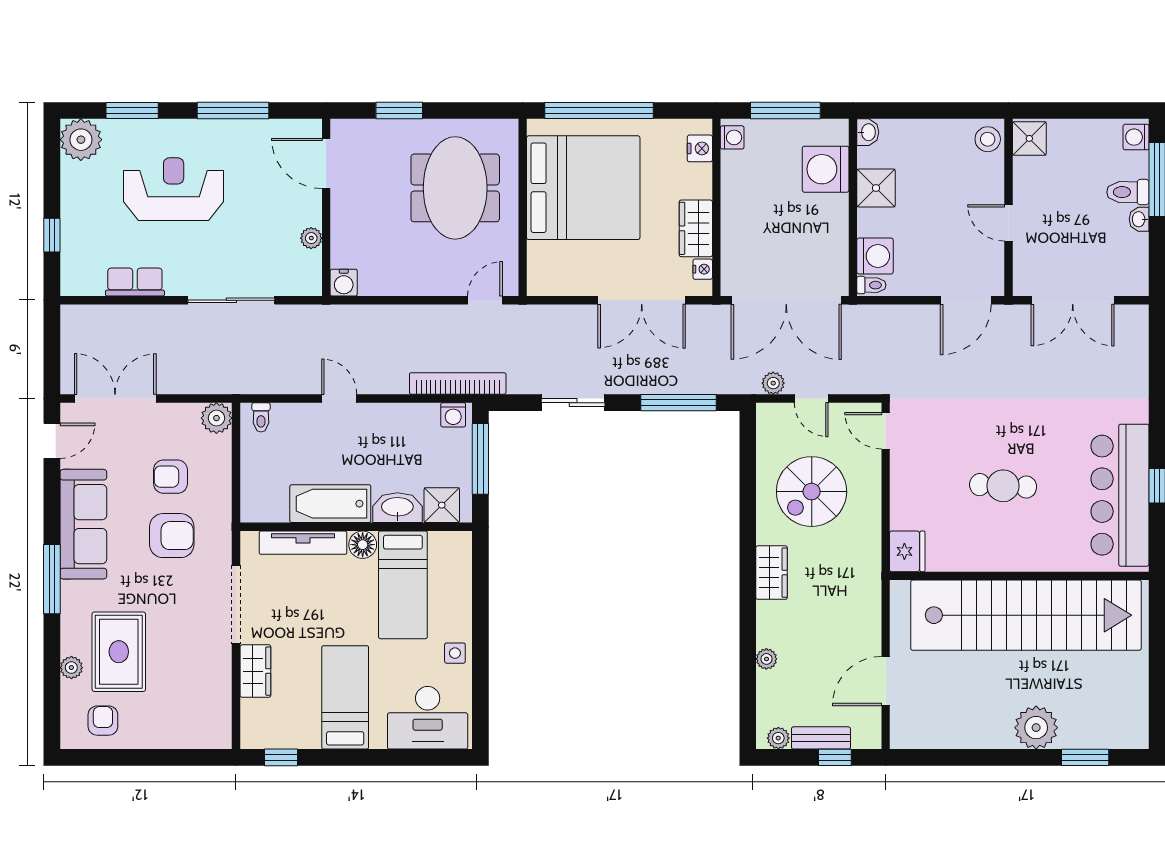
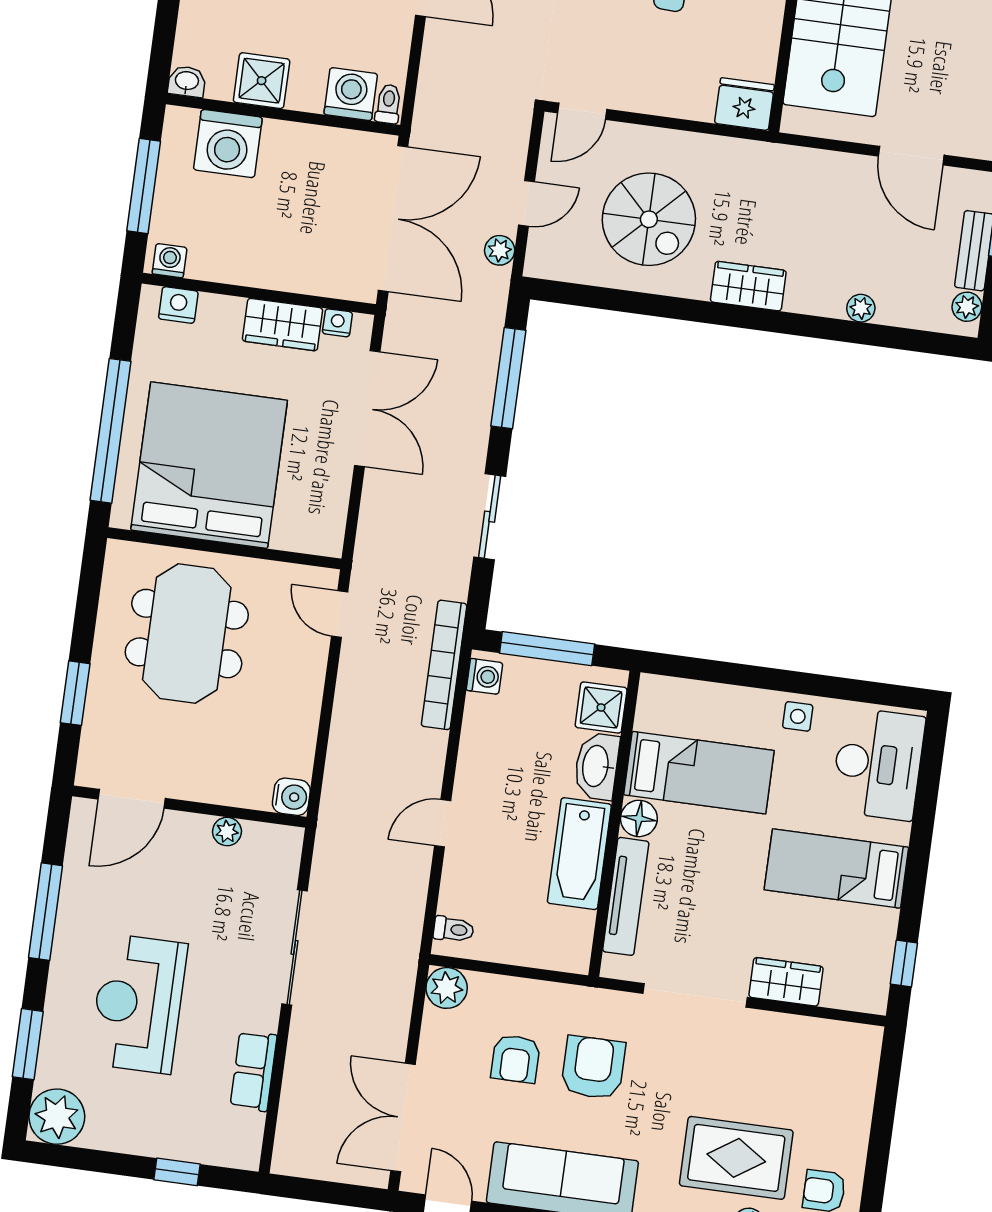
meeting table: (455, 188) -> (187, 634), turned 90

